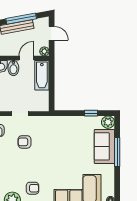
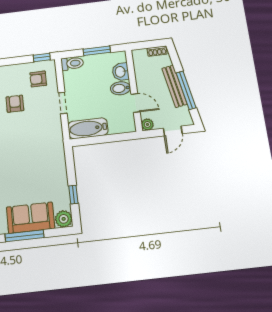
bathtub: (42, 75) -> (88, 128), moved
armchair: (25, 142) -> (15, 104), moved

